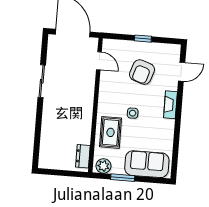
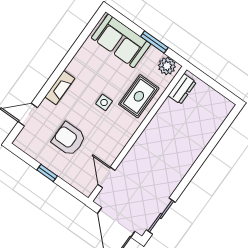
armchair: (142, 72) -> (69, 139), turned -108
sliding door: (42, 81) -> (161, 216), moved

